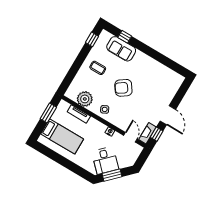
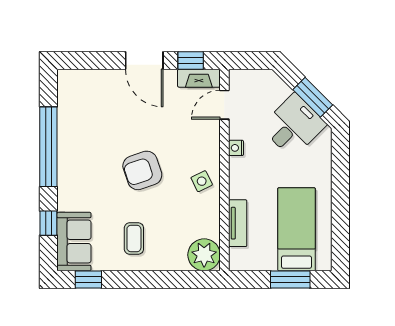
sofa: (121, 49) -> (74, 242), moved
window: (156, 55) -> (48, 147), added
armchair: (123, 88) -> (142, 170), turned 106
plant: (85, 99) -> (204, 255), moved
window: (48, 113) -> (290, 279), moved
door: (168, 115) -> (144, 60), swing flipped

